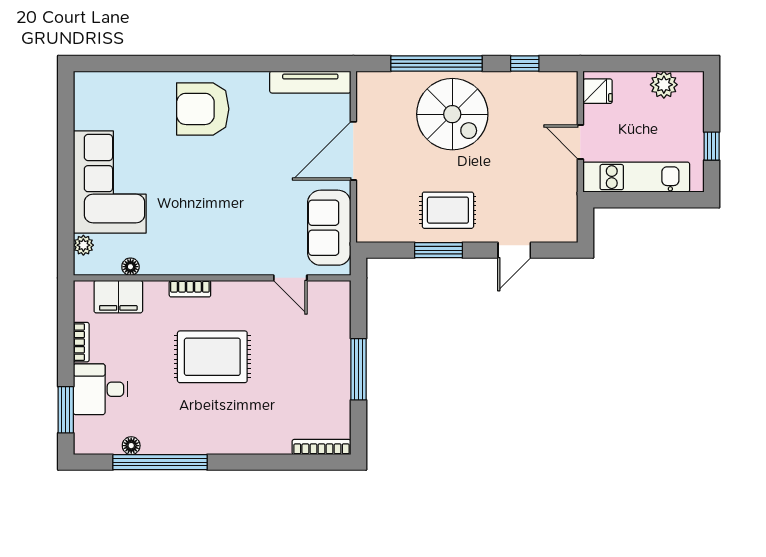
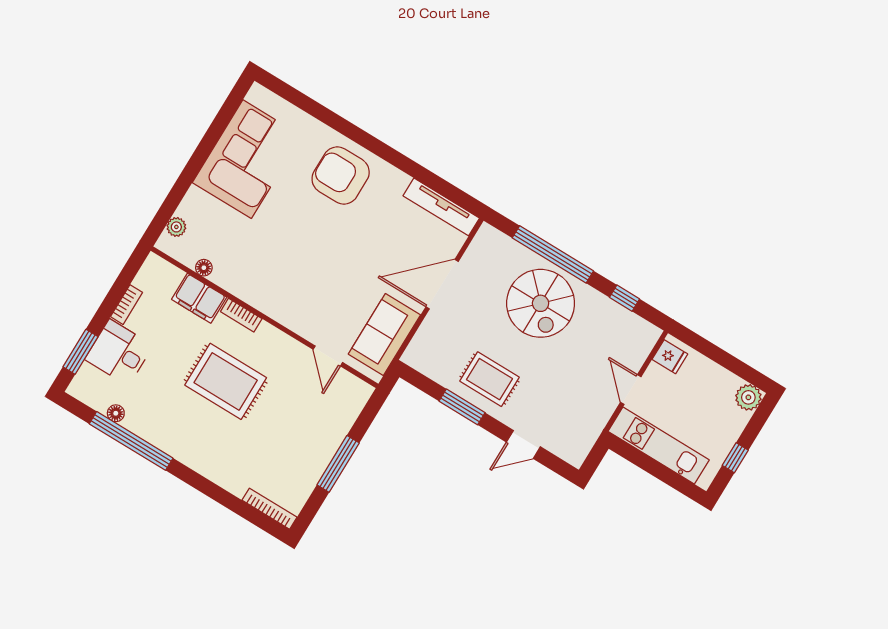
plant: (664, 85) -> (748, 397), moved
corner sofa: (110, 182) -> (247, 159), moved
filing cabinet: (118, 297) -> (199, 298), moved

